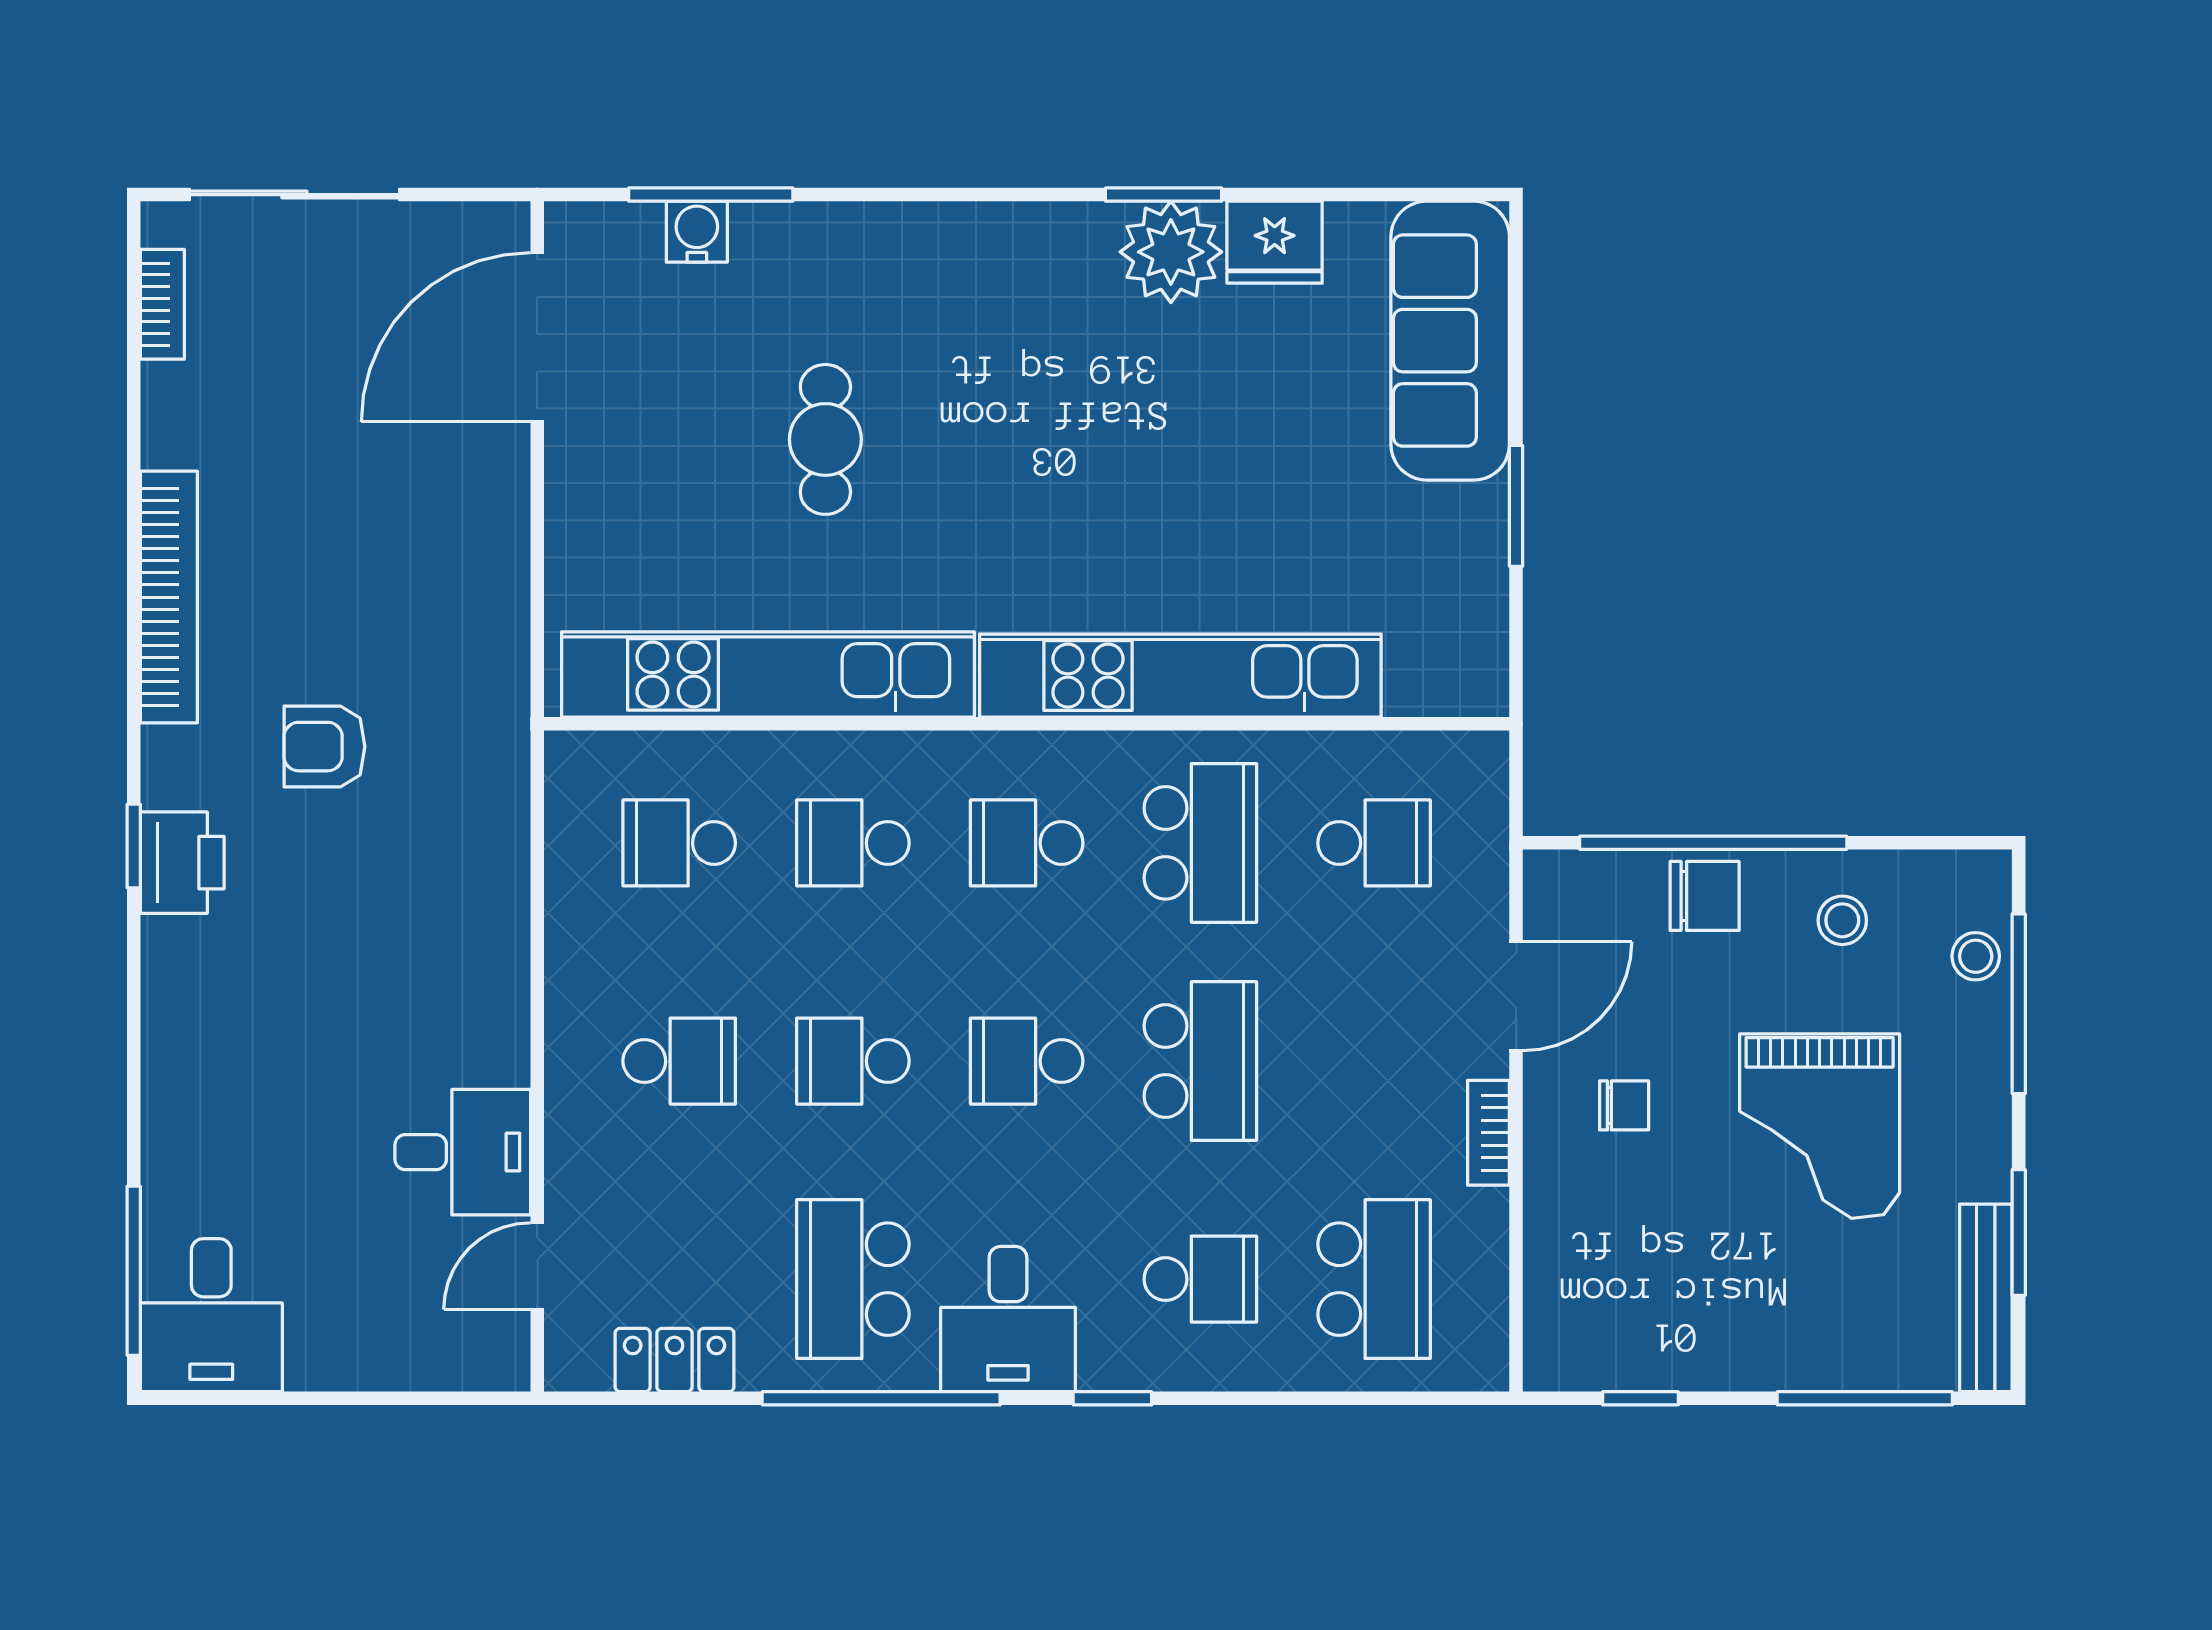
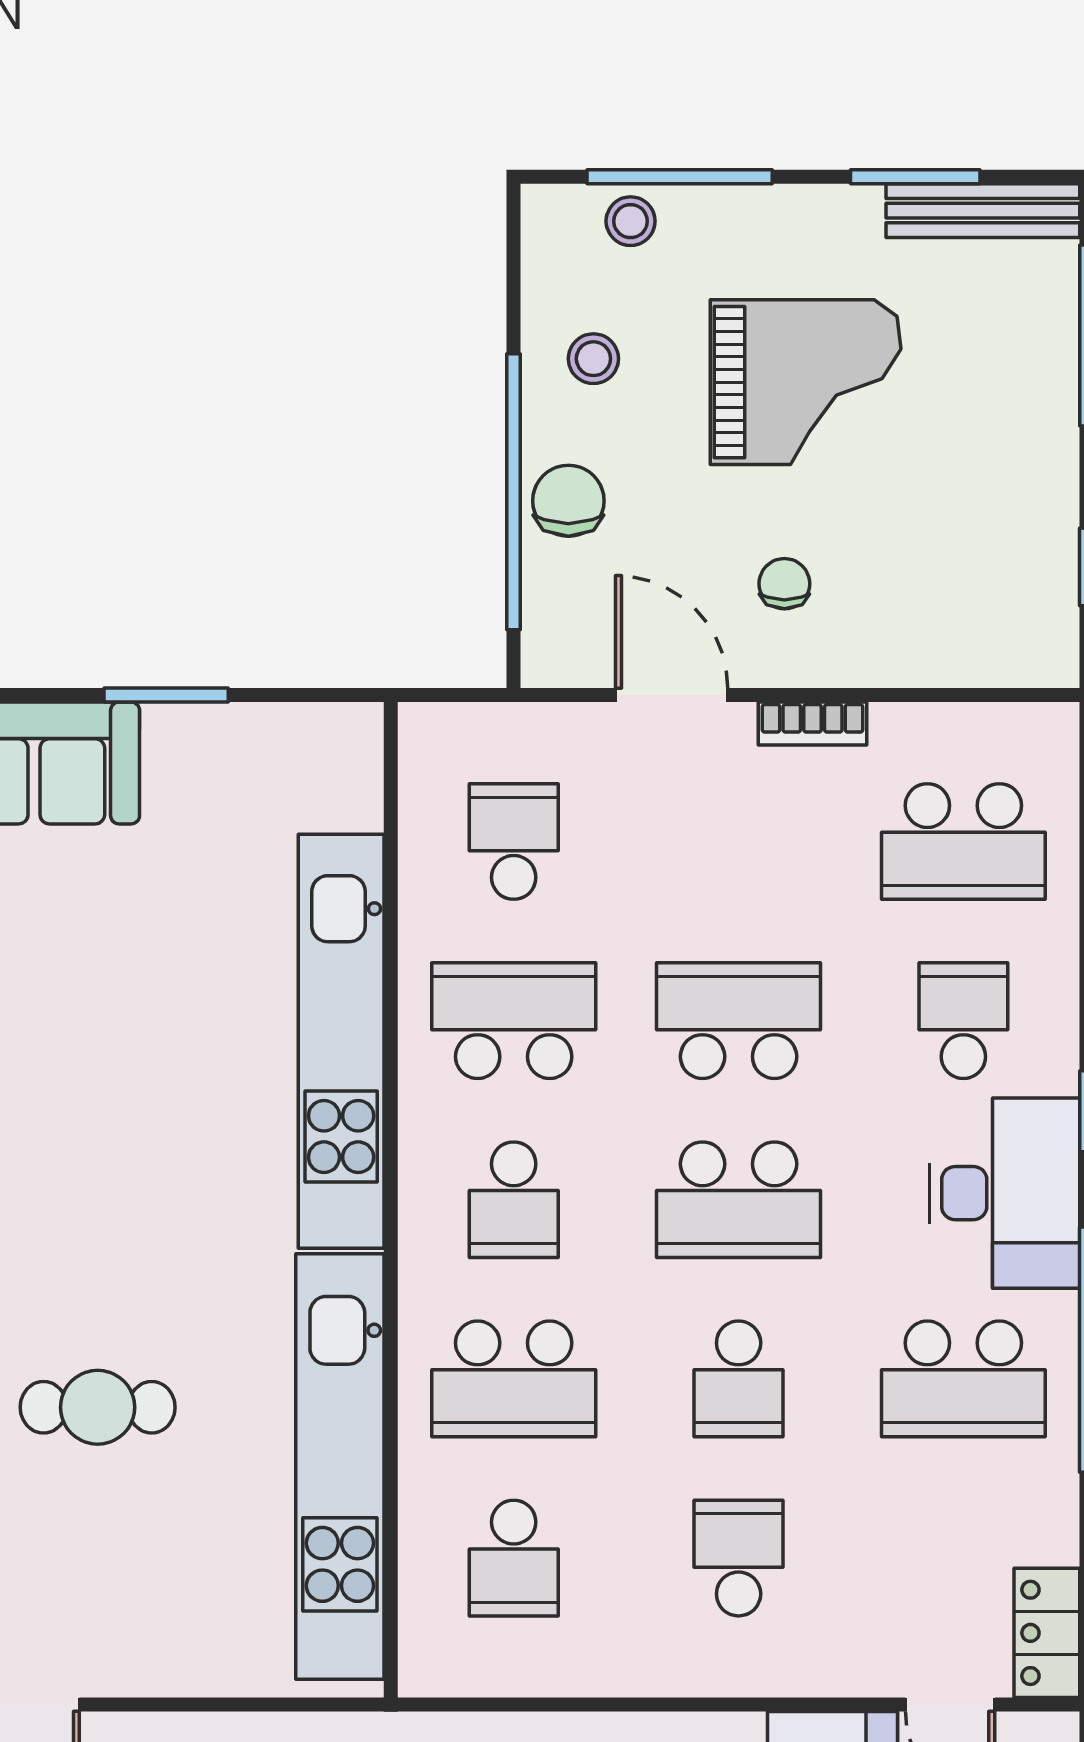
school desk: (853, 843) -> (514, 1379), width x1.85
school desk: (1027, 1061) -> (739, 1200), width x1.85
school desk: (1374, 1279) -> (963, 841), turned 180
desk: (1008, 1319) -> (1005, 1193), width x1.37
locker: (674, 1360) -> (1047, 1633), moved

